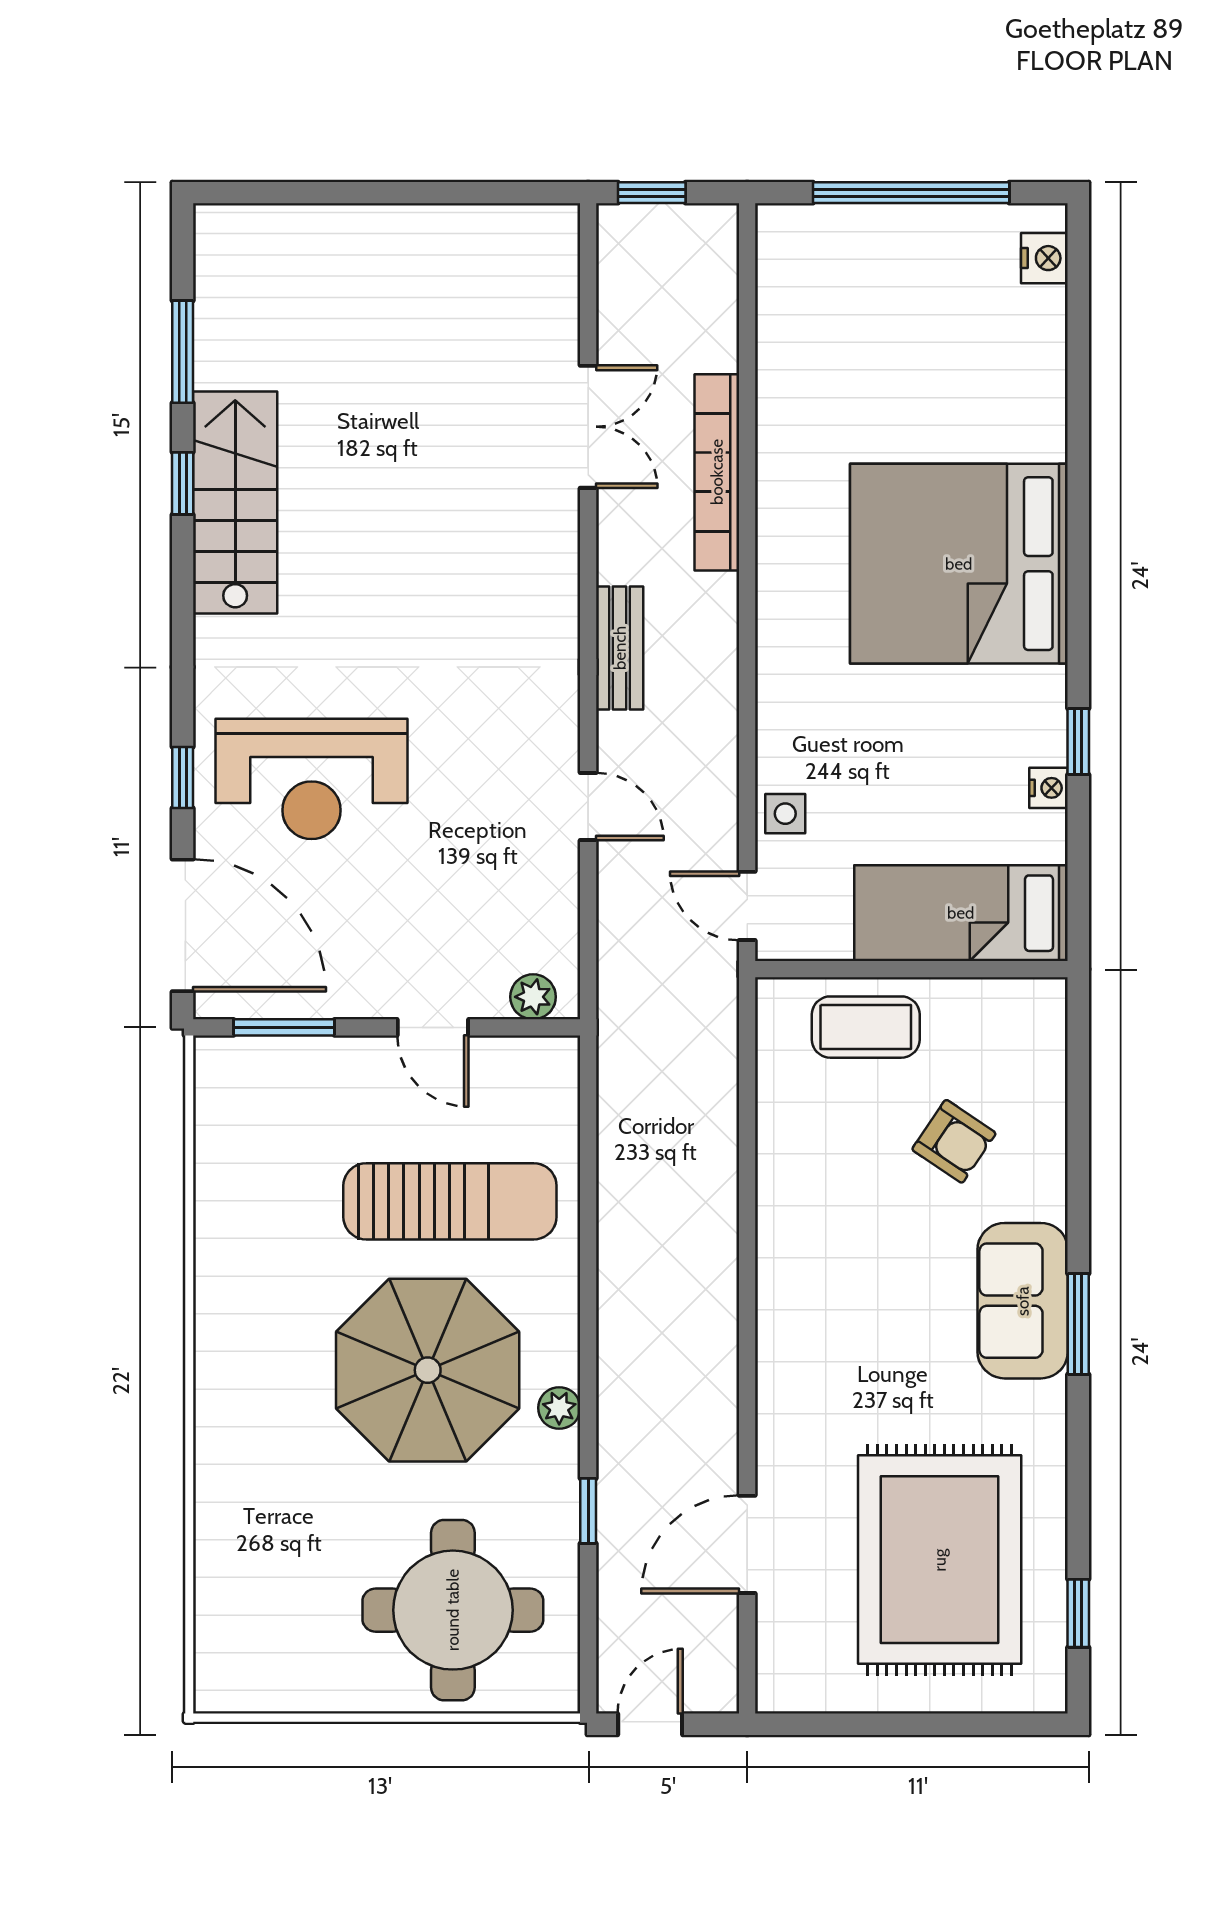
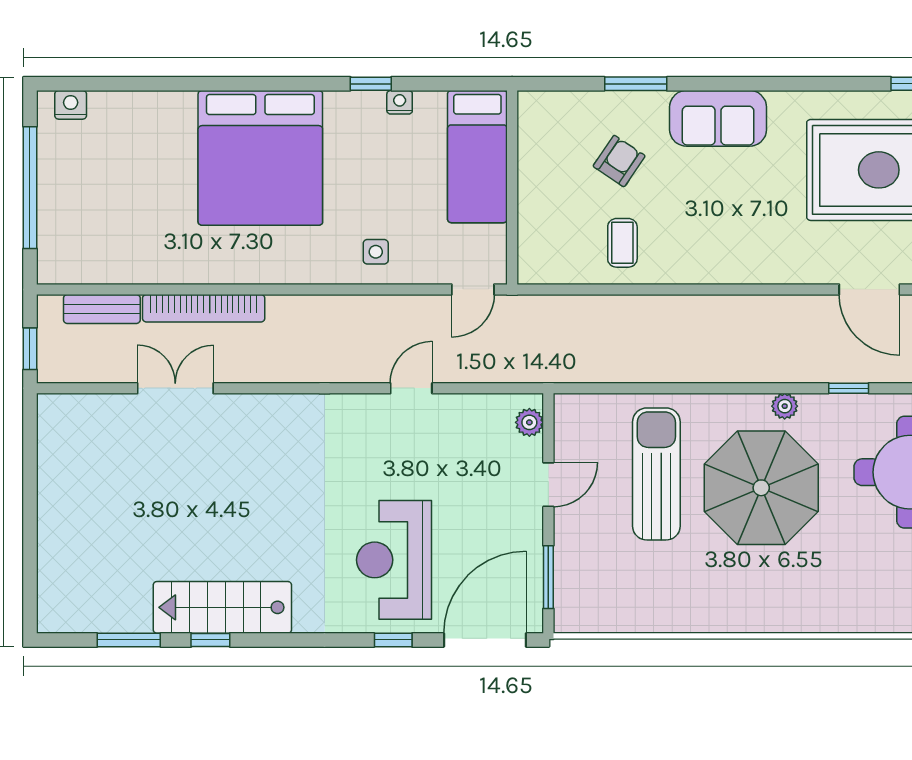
bench: (620, 648) -> (102, 309), moved
reception desk: (311, 779) -> (394, 560), turned 180
side table: (785, 814) -> (376, 252), moved
coffee table: (866, 1027) -> (622, 243), moved, width x0.73, depth x0.77
window: (1078, 1324) -> (636, 84), moved

